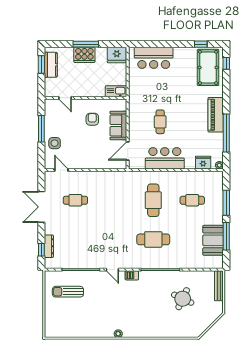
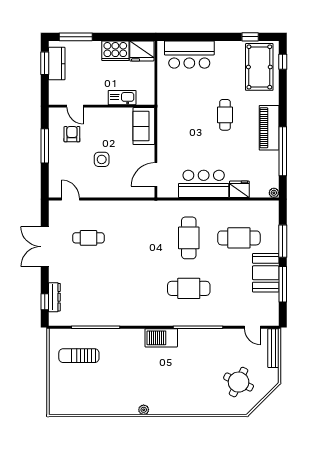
window: (86, 44) -> (76, 37), moved
cooker: (84, 55) -> (115, 51), moved
kitchen sink: (116, 91) -> (122, 98), moved
armchair: (92, 119) -> (72, 134), moved
cafe table: (160, 122) -> (225, 115), moved
sofa: (118, 126) -> (144, 126), moved
side table: (55, 143) -> (102, 159), moved
fridge: (203, 163) -> (239, 189), moved
cafe table: (192, 200) -> (239, 238), width x1.37, depth x1.35
booth: (213, 240) -> (266, 273), moved
door: (112, 270) -> (252, 327), moved
barbecue: (132, 275) -> (161, 338), width x1.88, depth x1.53
round table: (183, 299) -> (239, 382), moved

